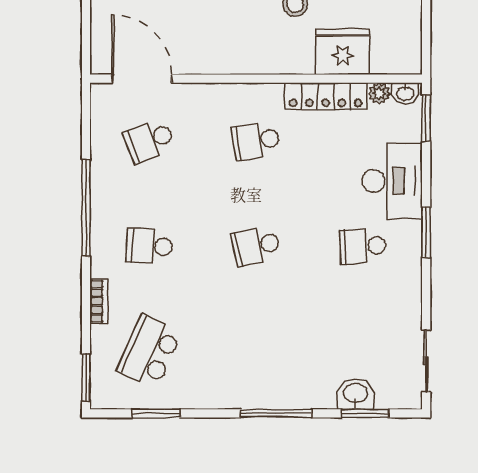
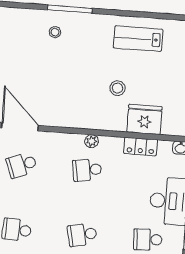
plant: (379, 93) -> (92, 141), moved
locker: (326, 96) -> (141, 147), width x0.66

